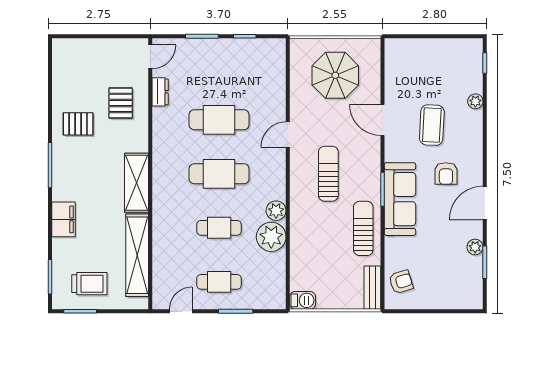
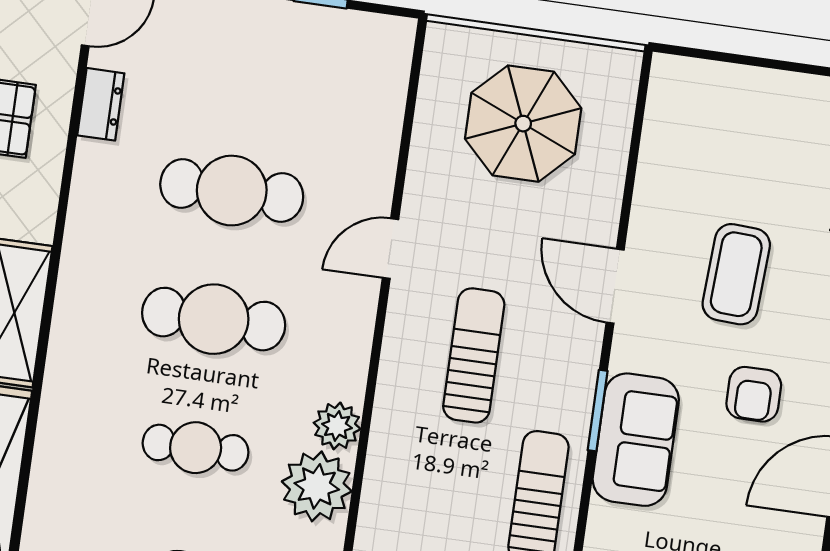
door: (383, 120) -> (615, 286), moved
sofa: (400, 199) -> (636, 440), width x0.73

